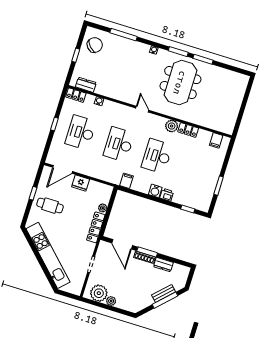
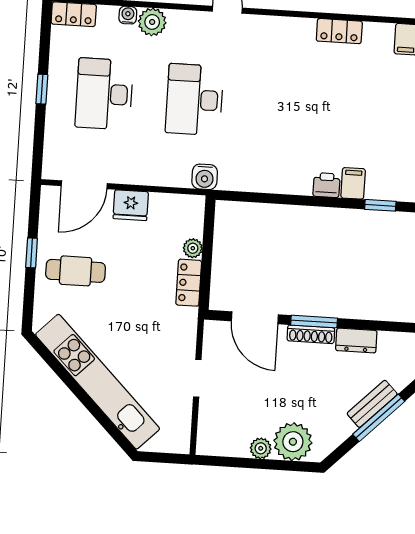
plant: (172, 126) -> (152, 22), moved
desk: (157, 156) -> (285, 105), removed
filing cabinet: (127, 181) -> (353, 183), moved
water cooler: (155, 191) -> (205, 177), moved
locker: (96, 227) -> (189, 283), width x0.66
plant: (99, 293) -> (293, 442), moved

